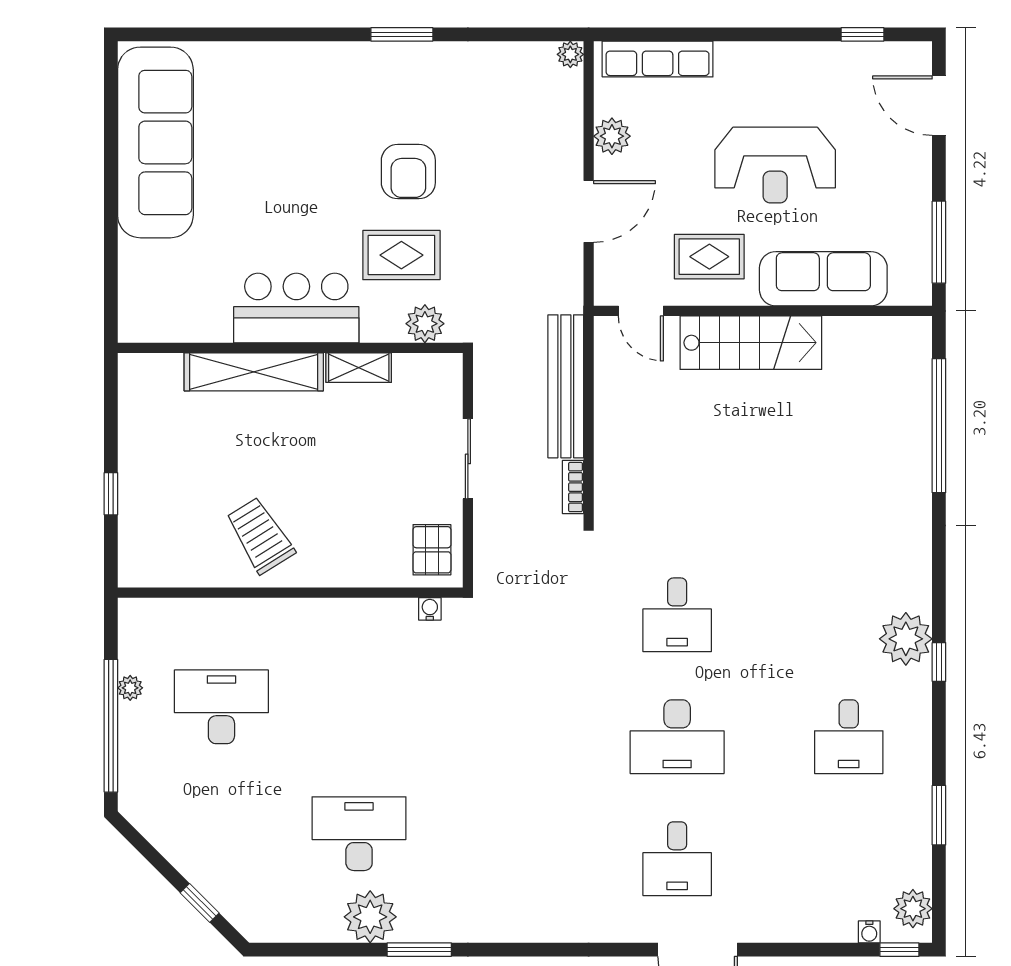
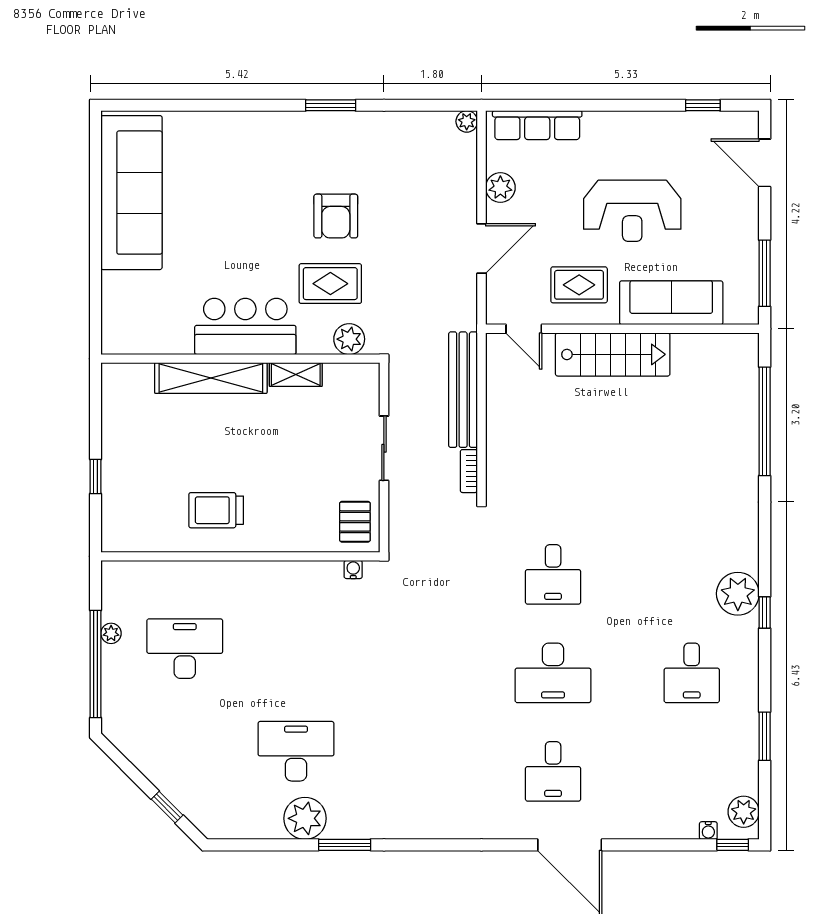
trolley: (260, 535) -> (216, 510), turned -58

